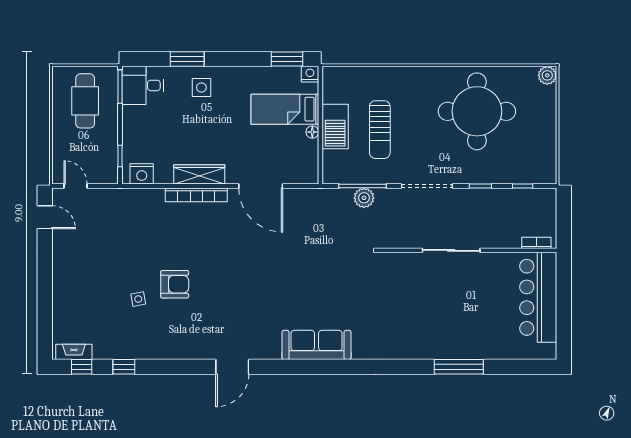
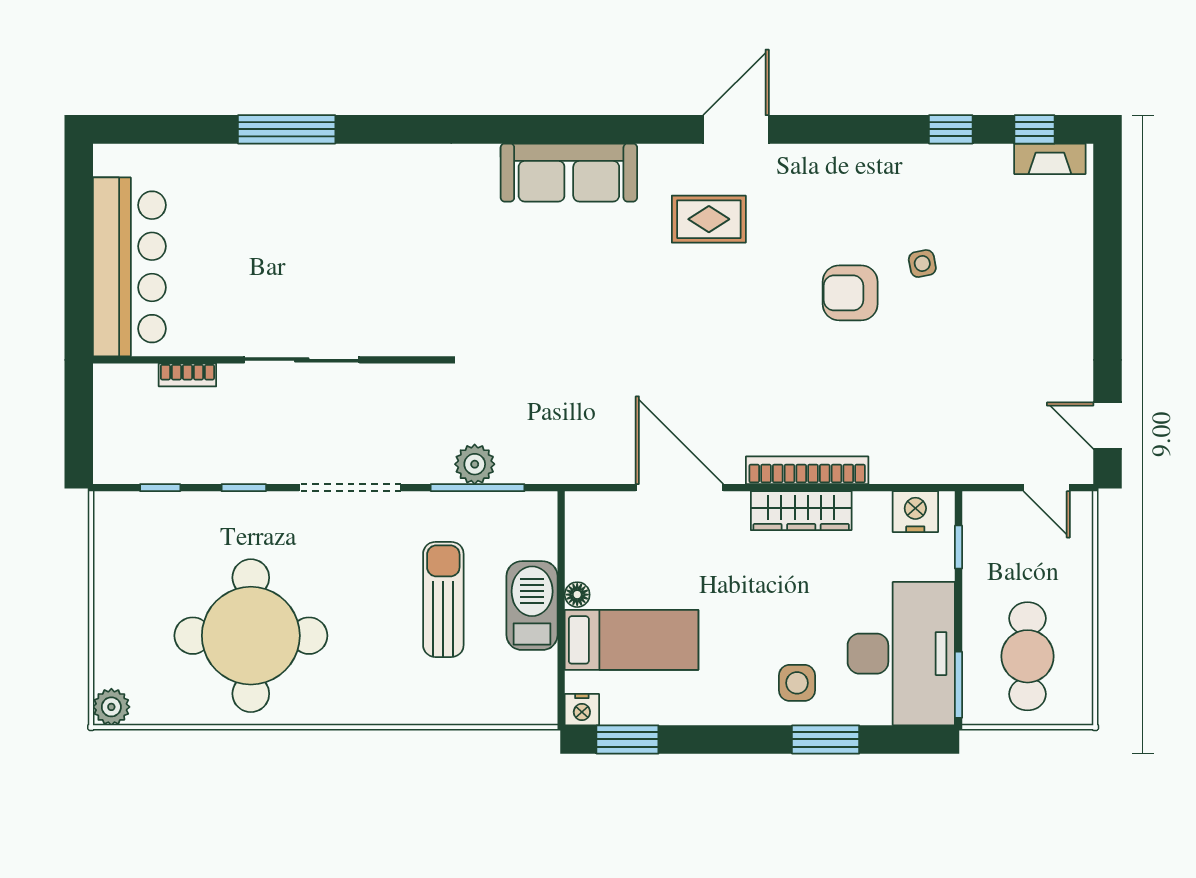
desk: (143, 85) -> (901, 654), width x1.87, depth x1.30
bookcase: (536, 243) -> (187, 375), moved
rug: (246, 321) -> (709, 219), added

